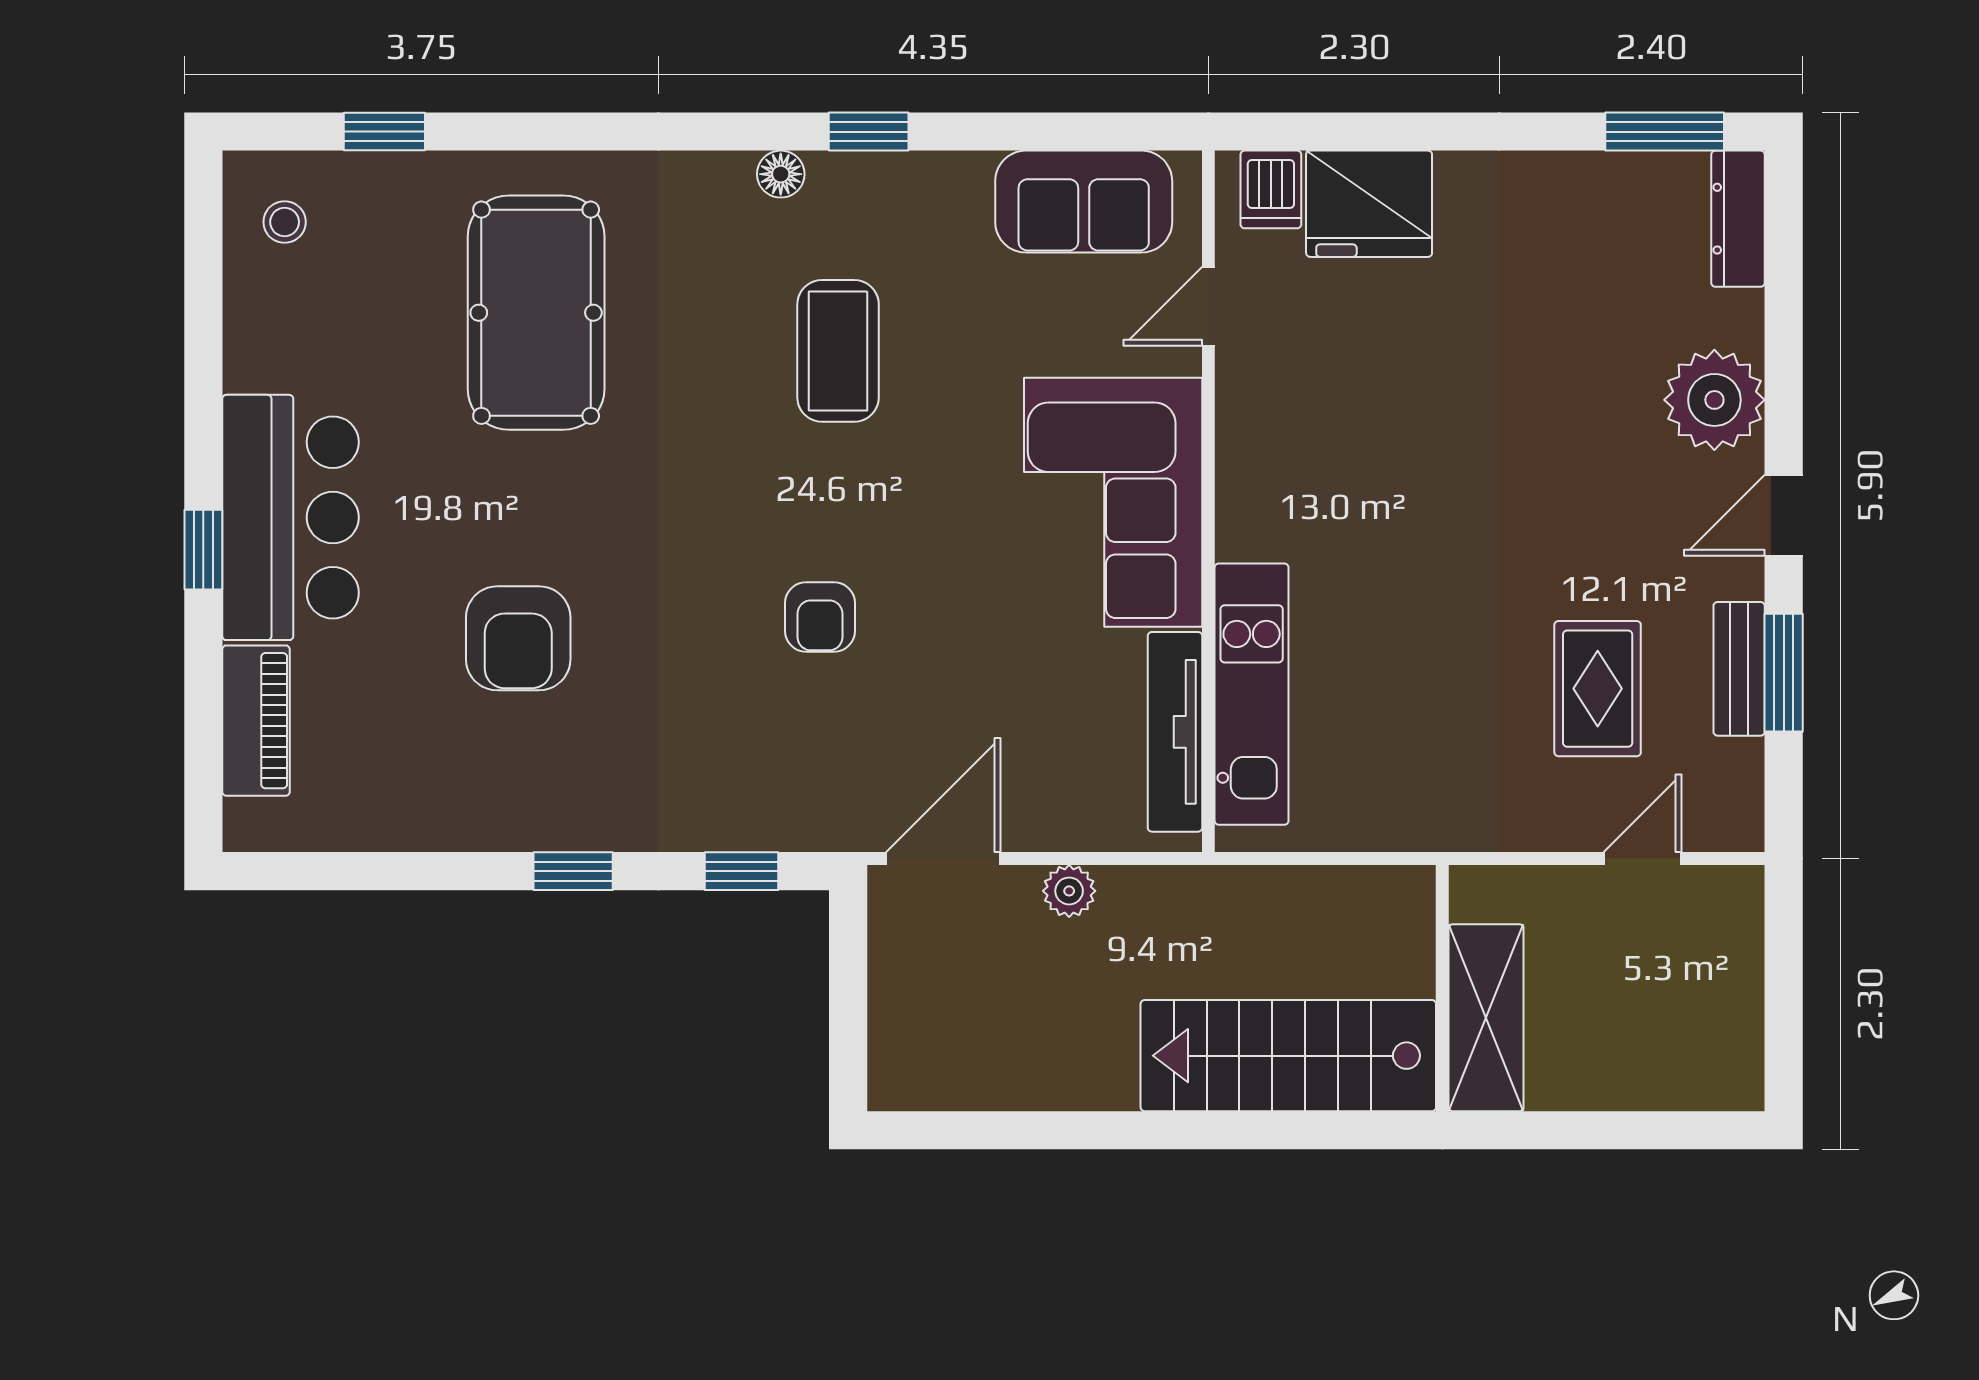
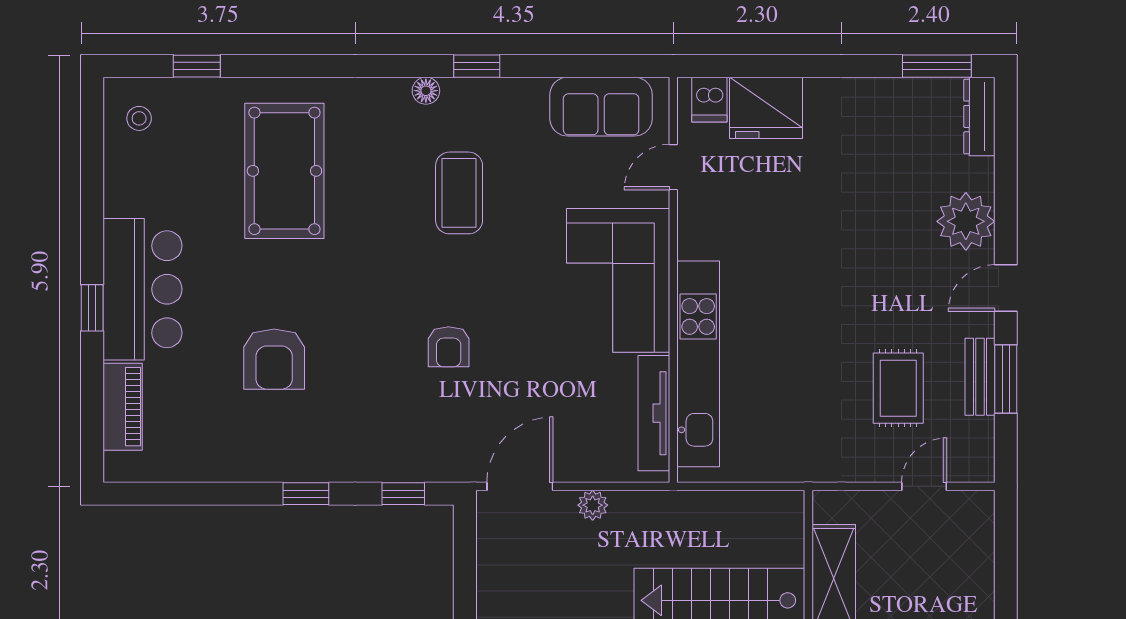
kitchen unit: (1252, 694) -> (698, 364), width x1.36

